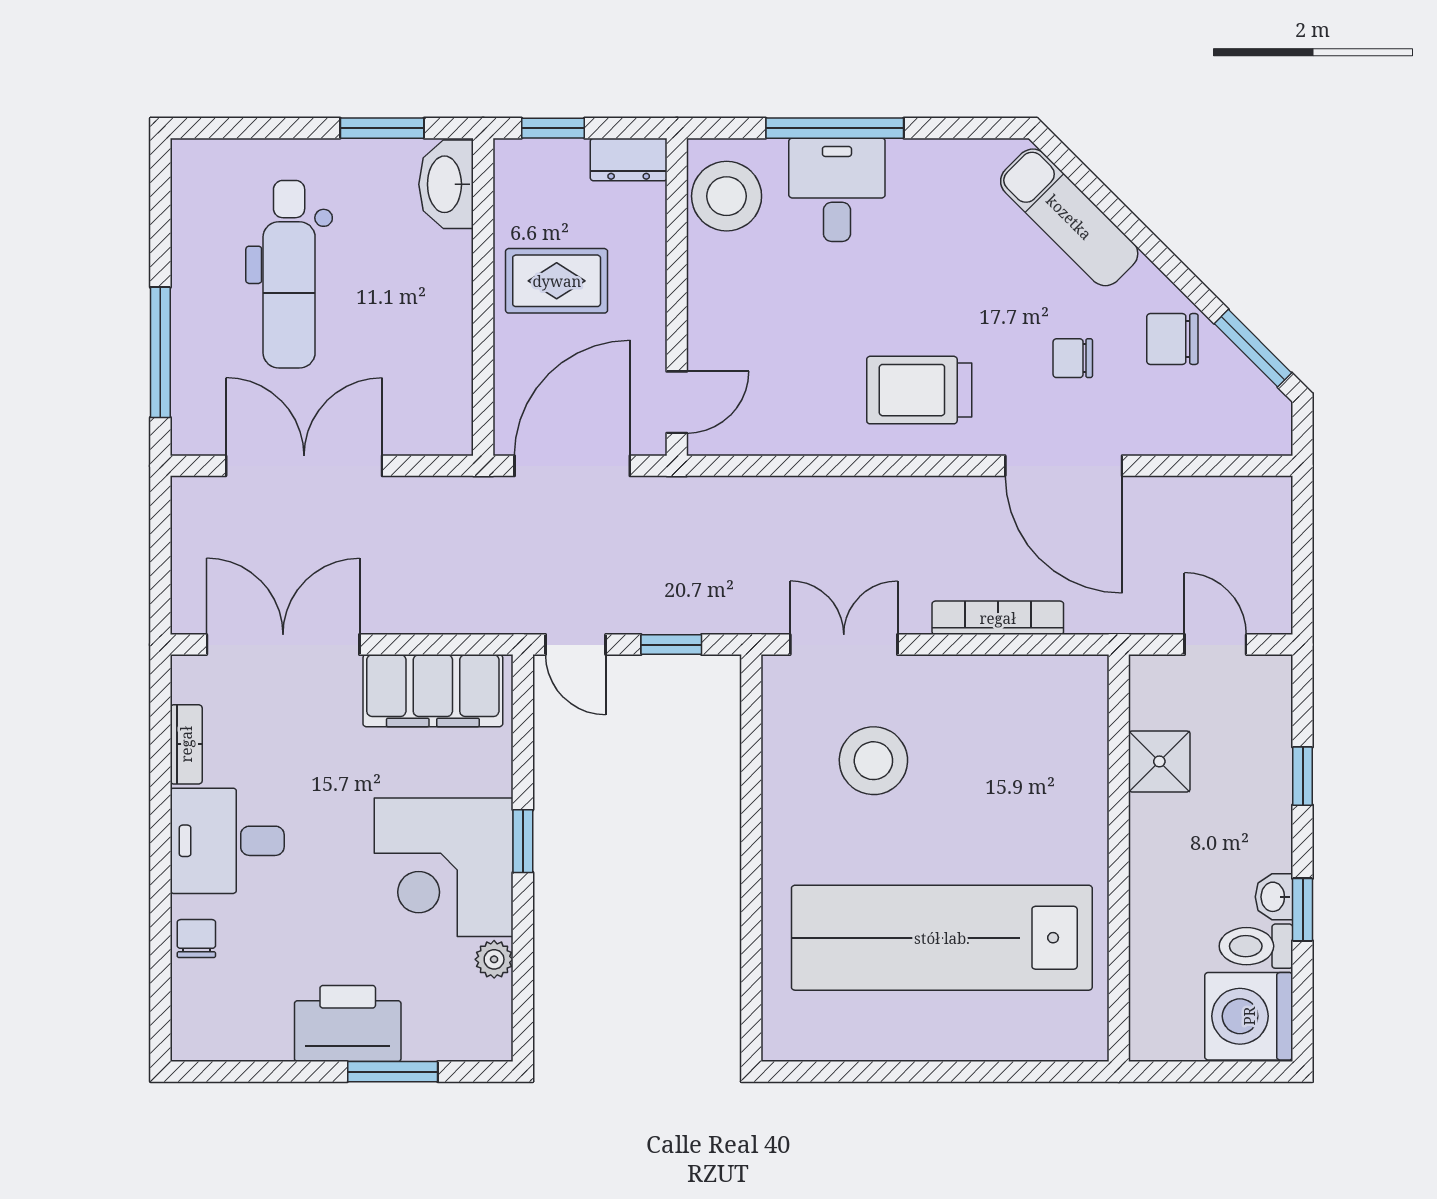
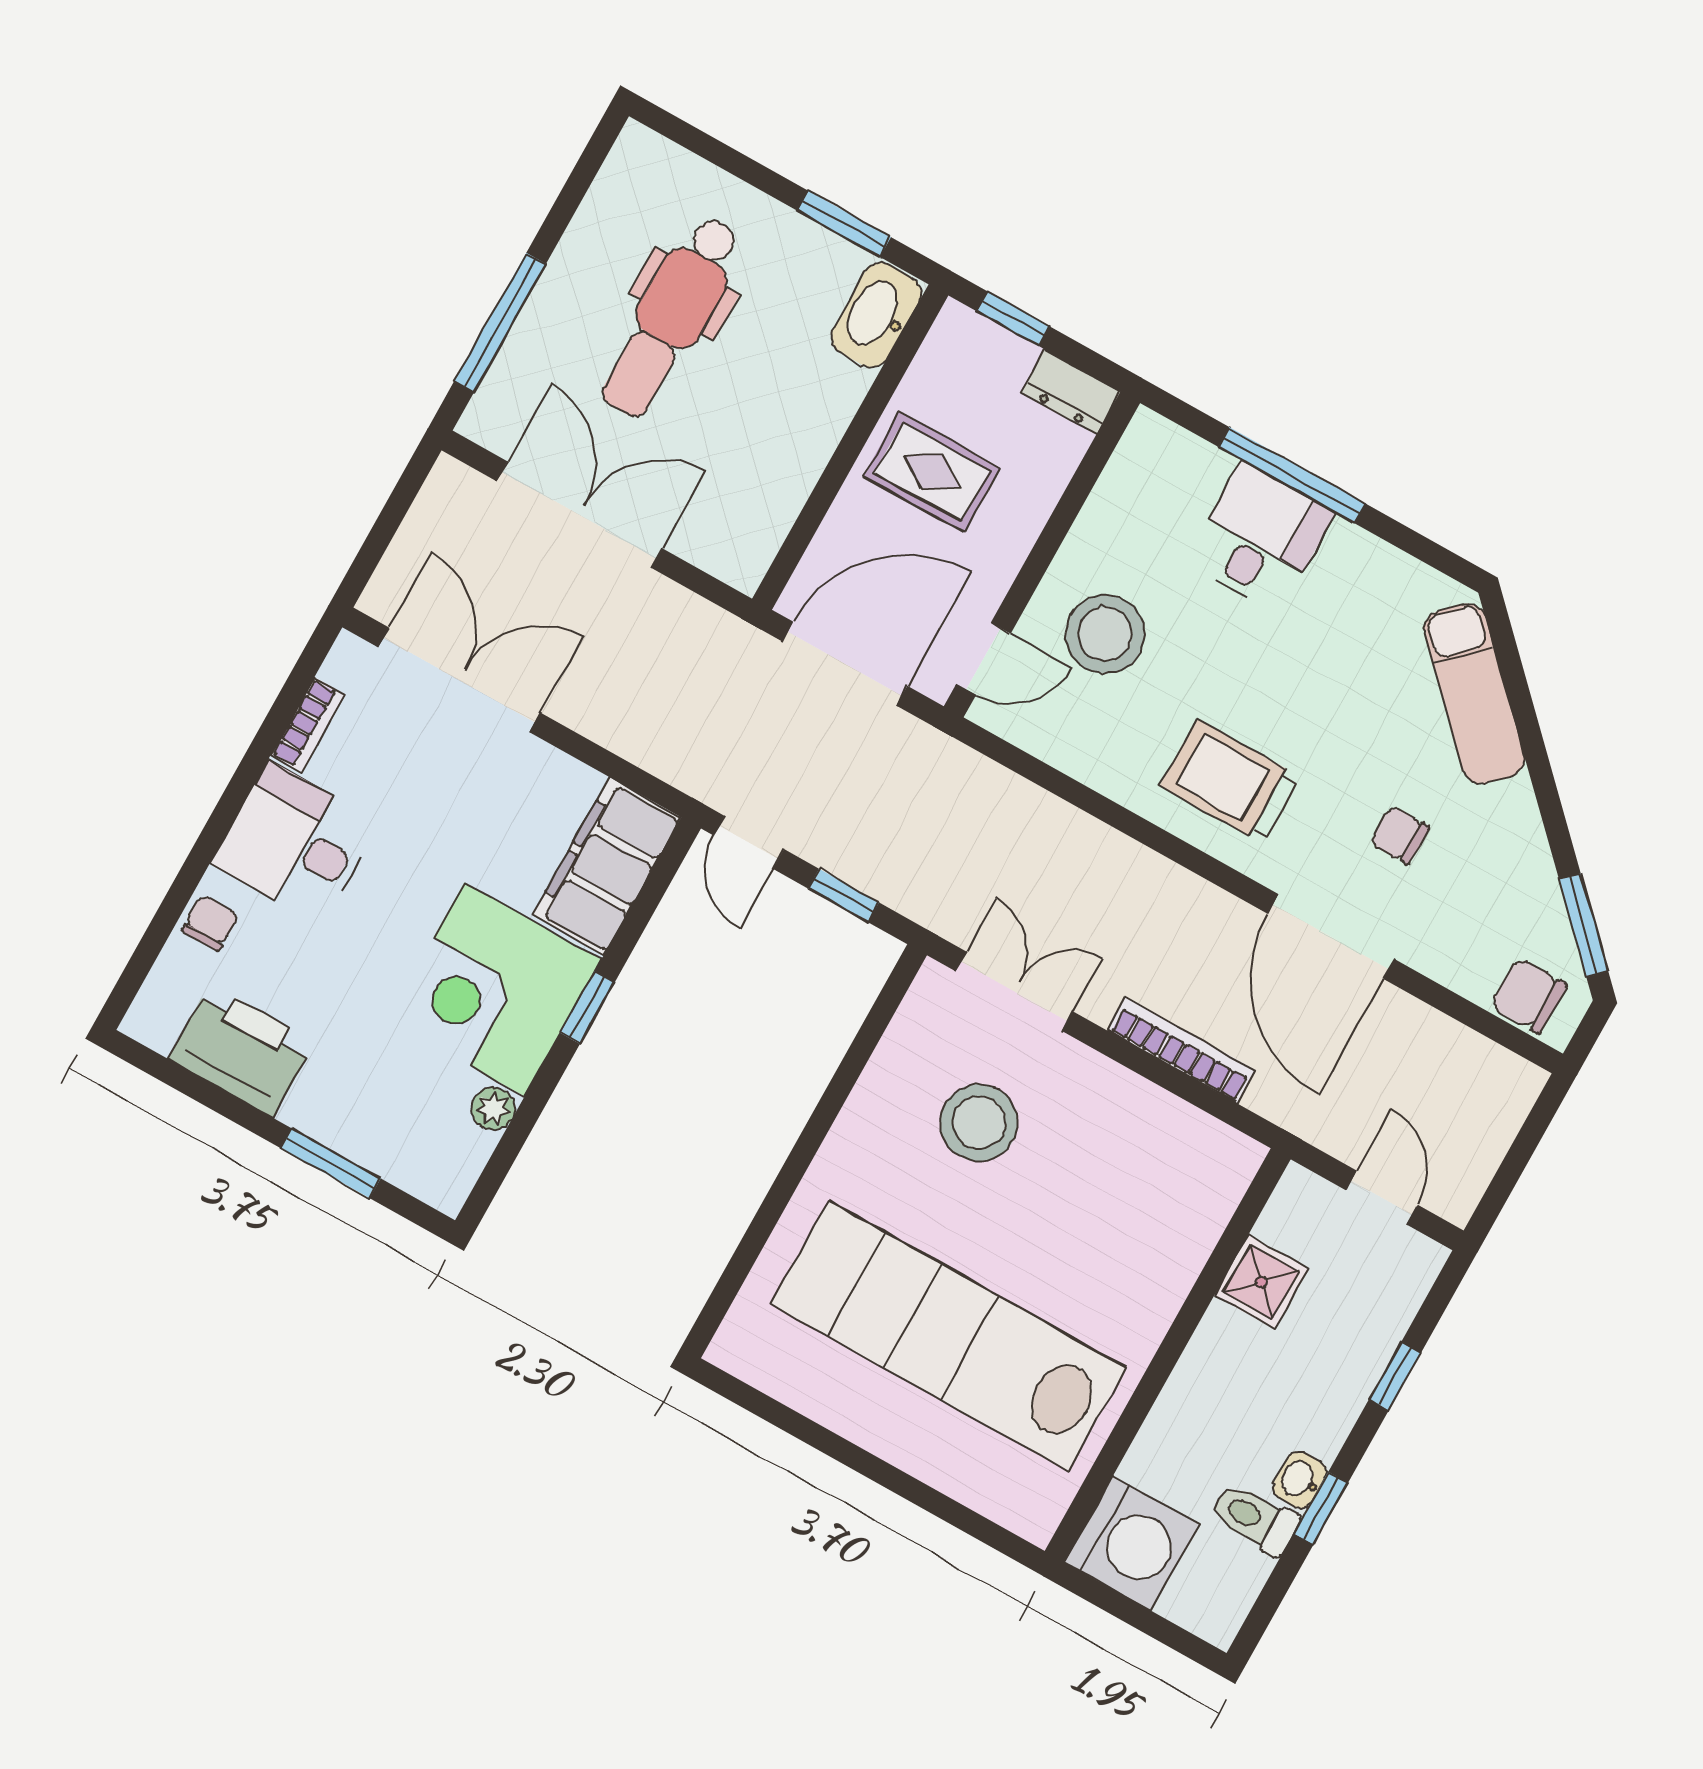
stool: (727, 196) -> (1105, 634), moved
chair: (1172, 339) -> (1529, 996), moved
filing cabinet: (433, 691) -> (607, 866), moved, turned 90
washing machine: (1249, 1016) -> (1132, 1543), moved, turned 180
printer: (348, 1023) -> (241, 1051), moved

